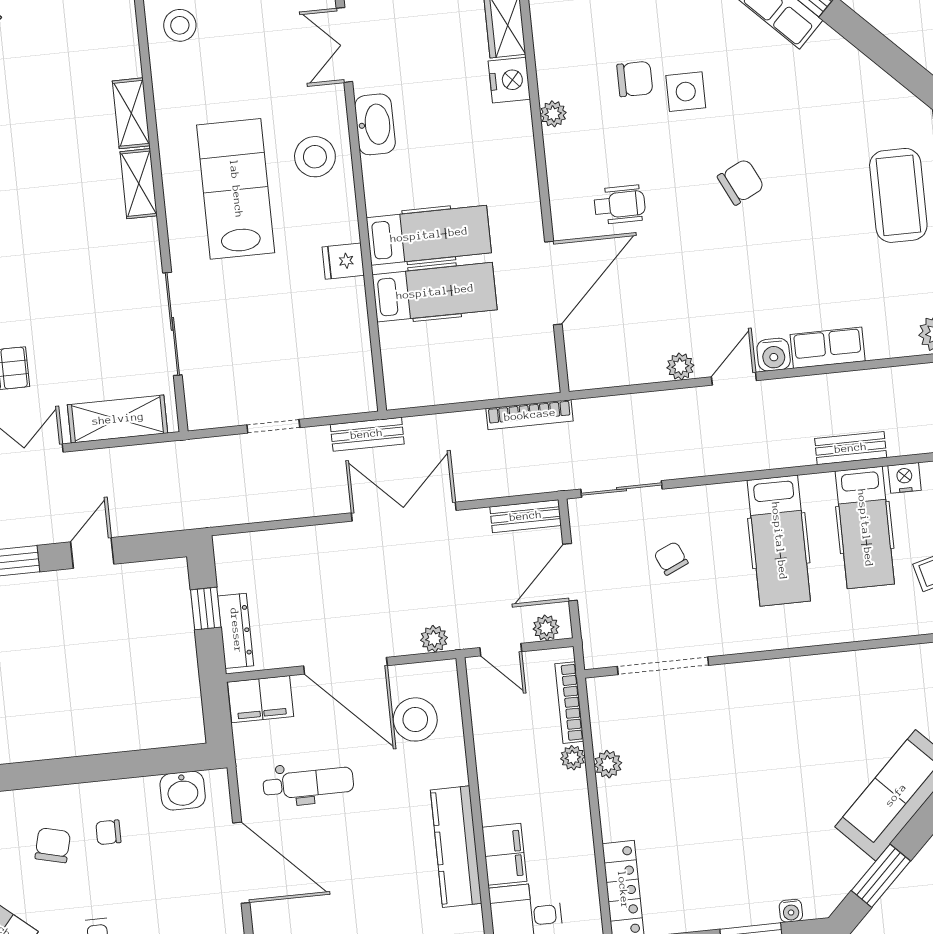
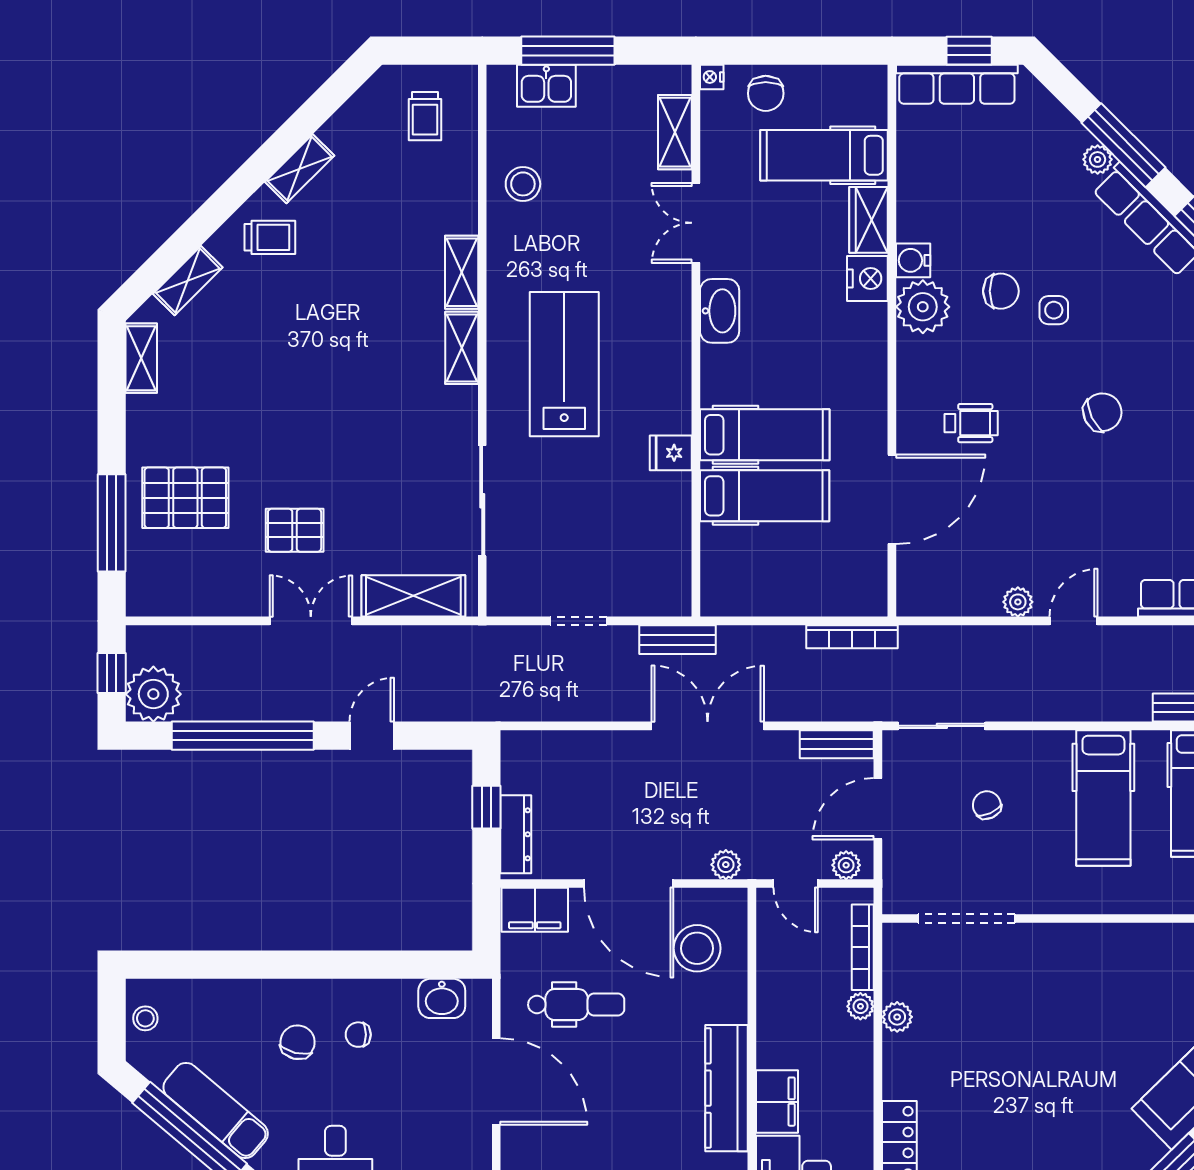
side table: (686, 92) -> (1054, 310), width x0.73, depth x0.73
plant: (553, 114) -> (923, 307), width x1.88, depth x1.88
stool: (315, 157) -> (652, 339), removed
water cooler: (774, 355) -> (913, 260), moved, turned 90

